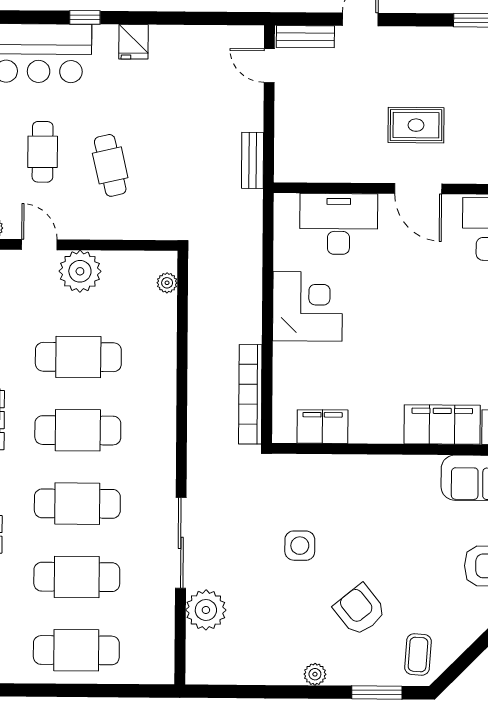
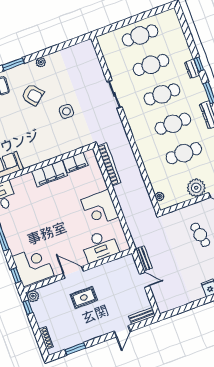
door: (269, 66) -> (145, 280), moved
filing cabinet: (442, 425) -> (50, 173), moved
sliding door: (181, 543) -> (114, 94), width x0.73
plant: (206, 610) -> (94, 71), removed

